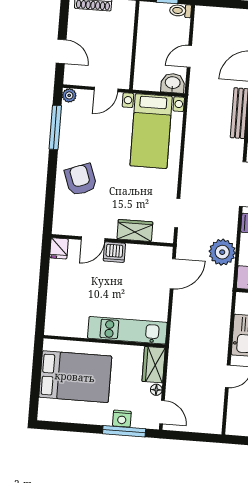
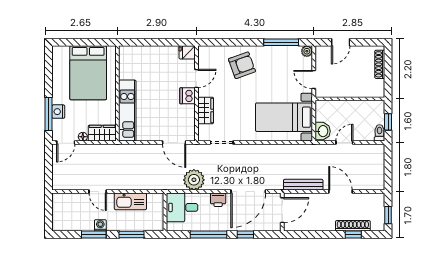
door: (189, 56) -> (344, 143), hinge flipped
door: (93, 239) -> (196, 78), swing flipped

